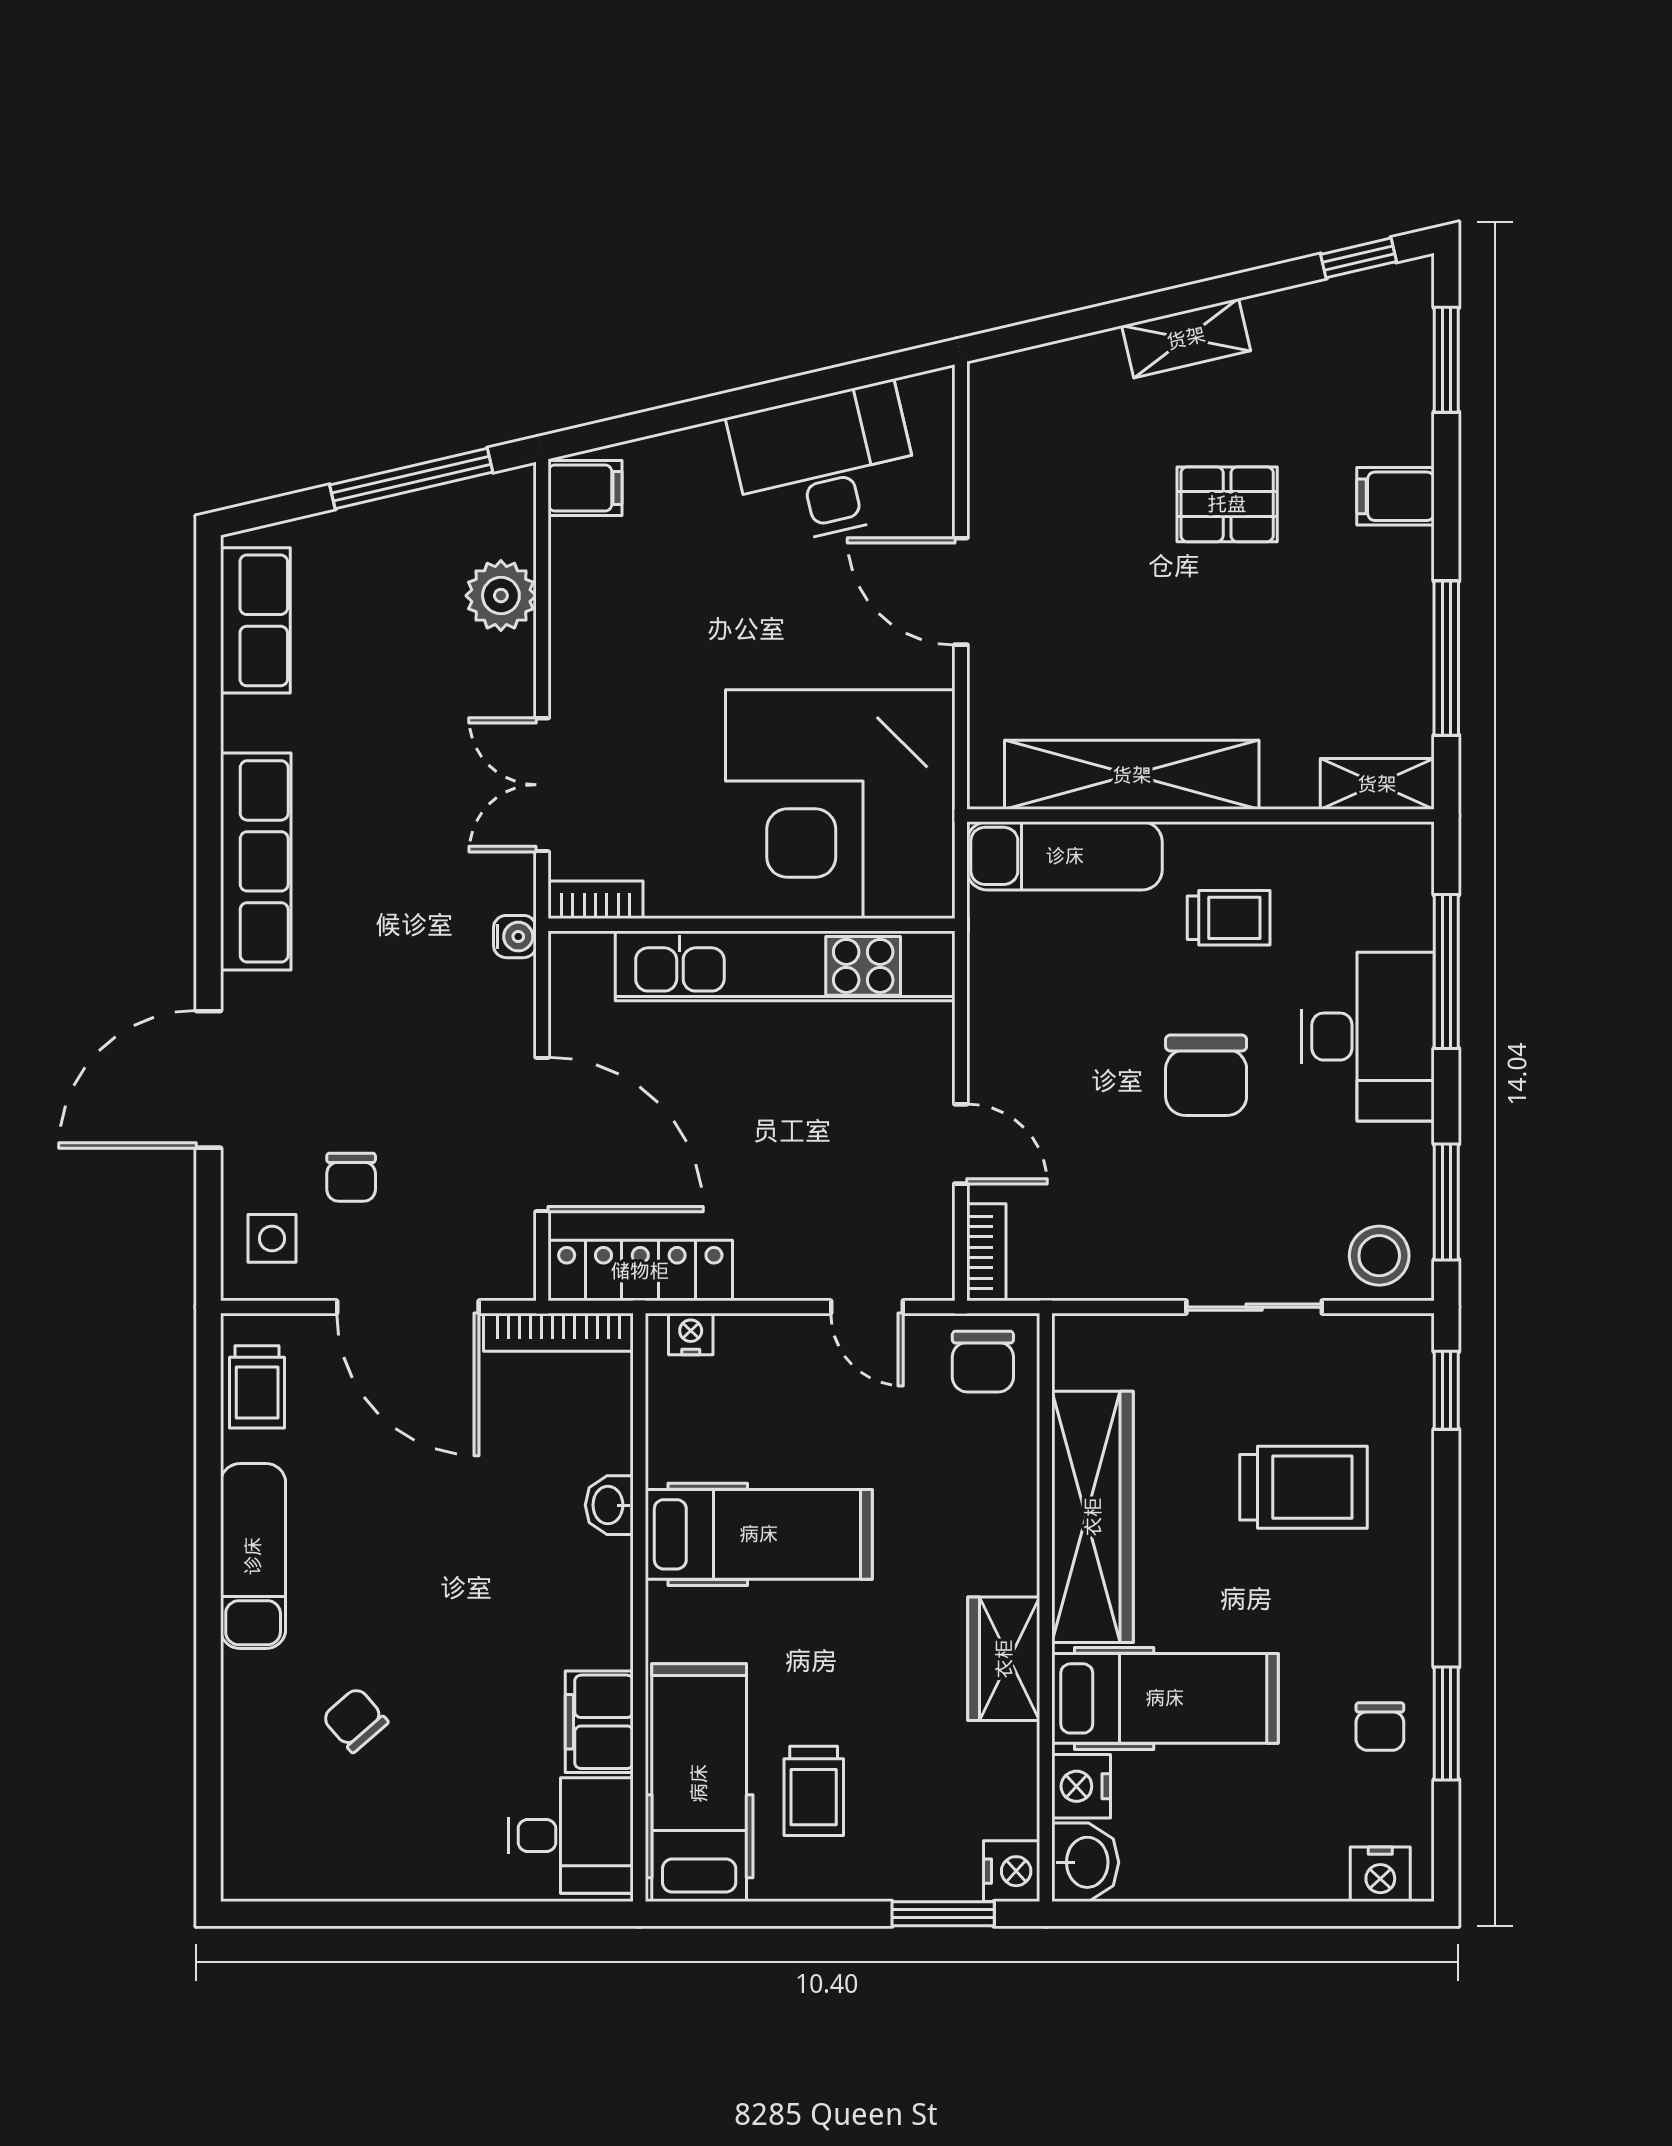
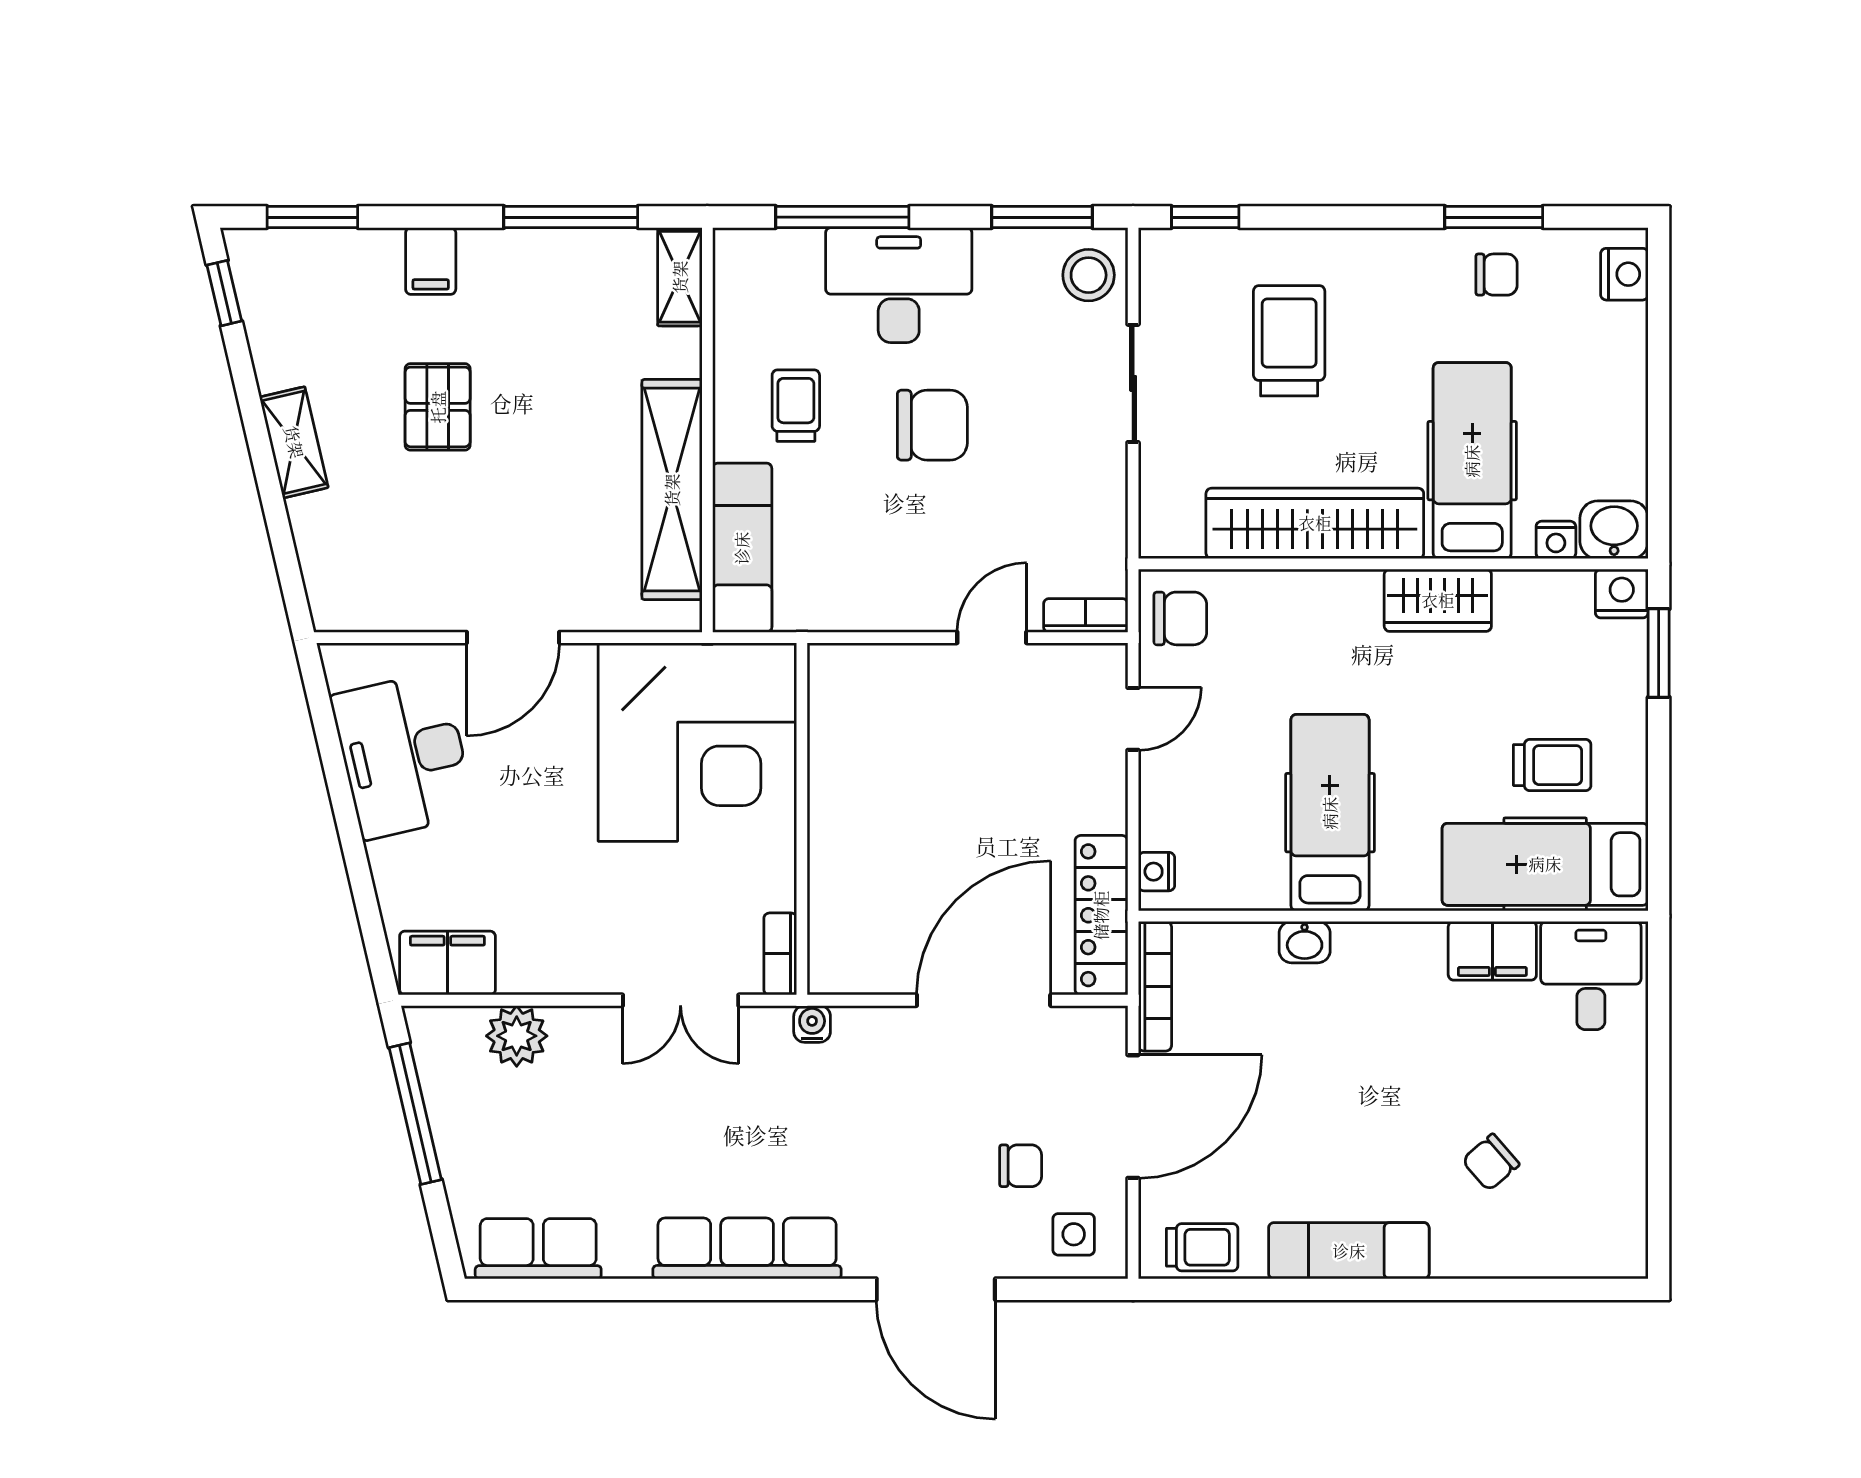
filing cabinet: (585, 488) -> (447, 963), width x2.00
kitchen unit: (785, 966) -> (838, 790), removed
nightstand: (1081, 1786) -> (1556, 540), width x0.72, depth x0.74

